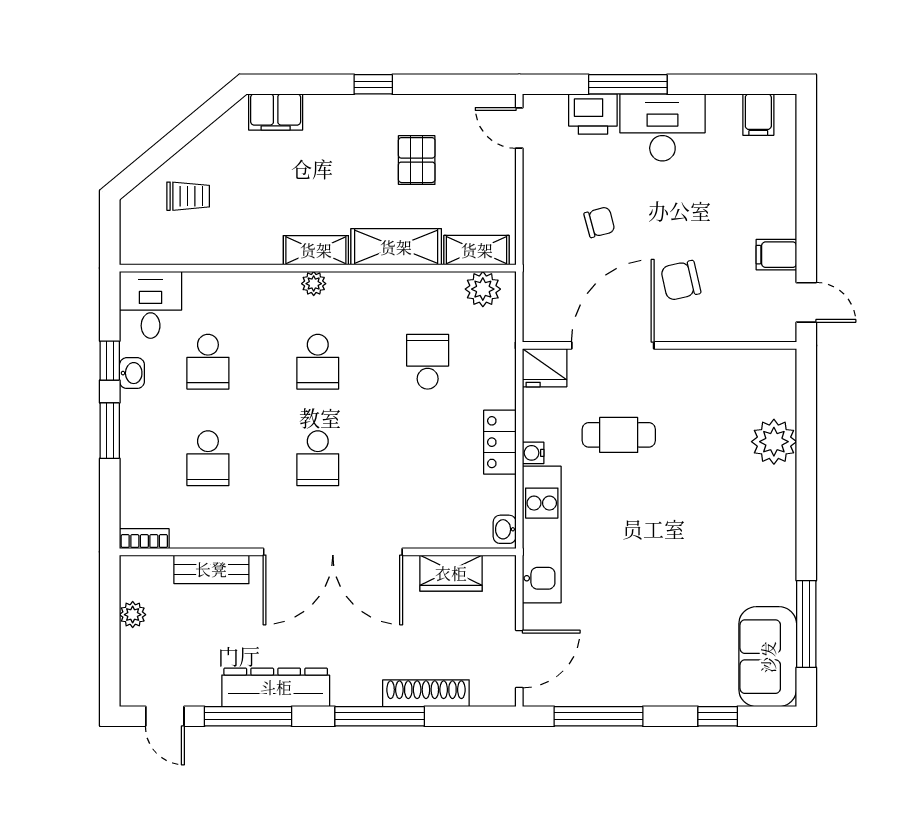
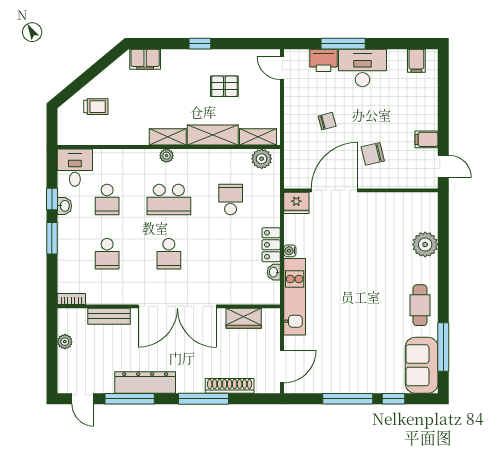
pallet: (417, 160) -> (224, 86), turned 90
school desk: (318, 362) -> (169, 200), width x1.85
cafe table: (619, 435) -> (420, 305), moved, turned 90
washbasin: (505, 529) -> (274, 272), moved
window: (598, 716) -> (348, 399), moved

